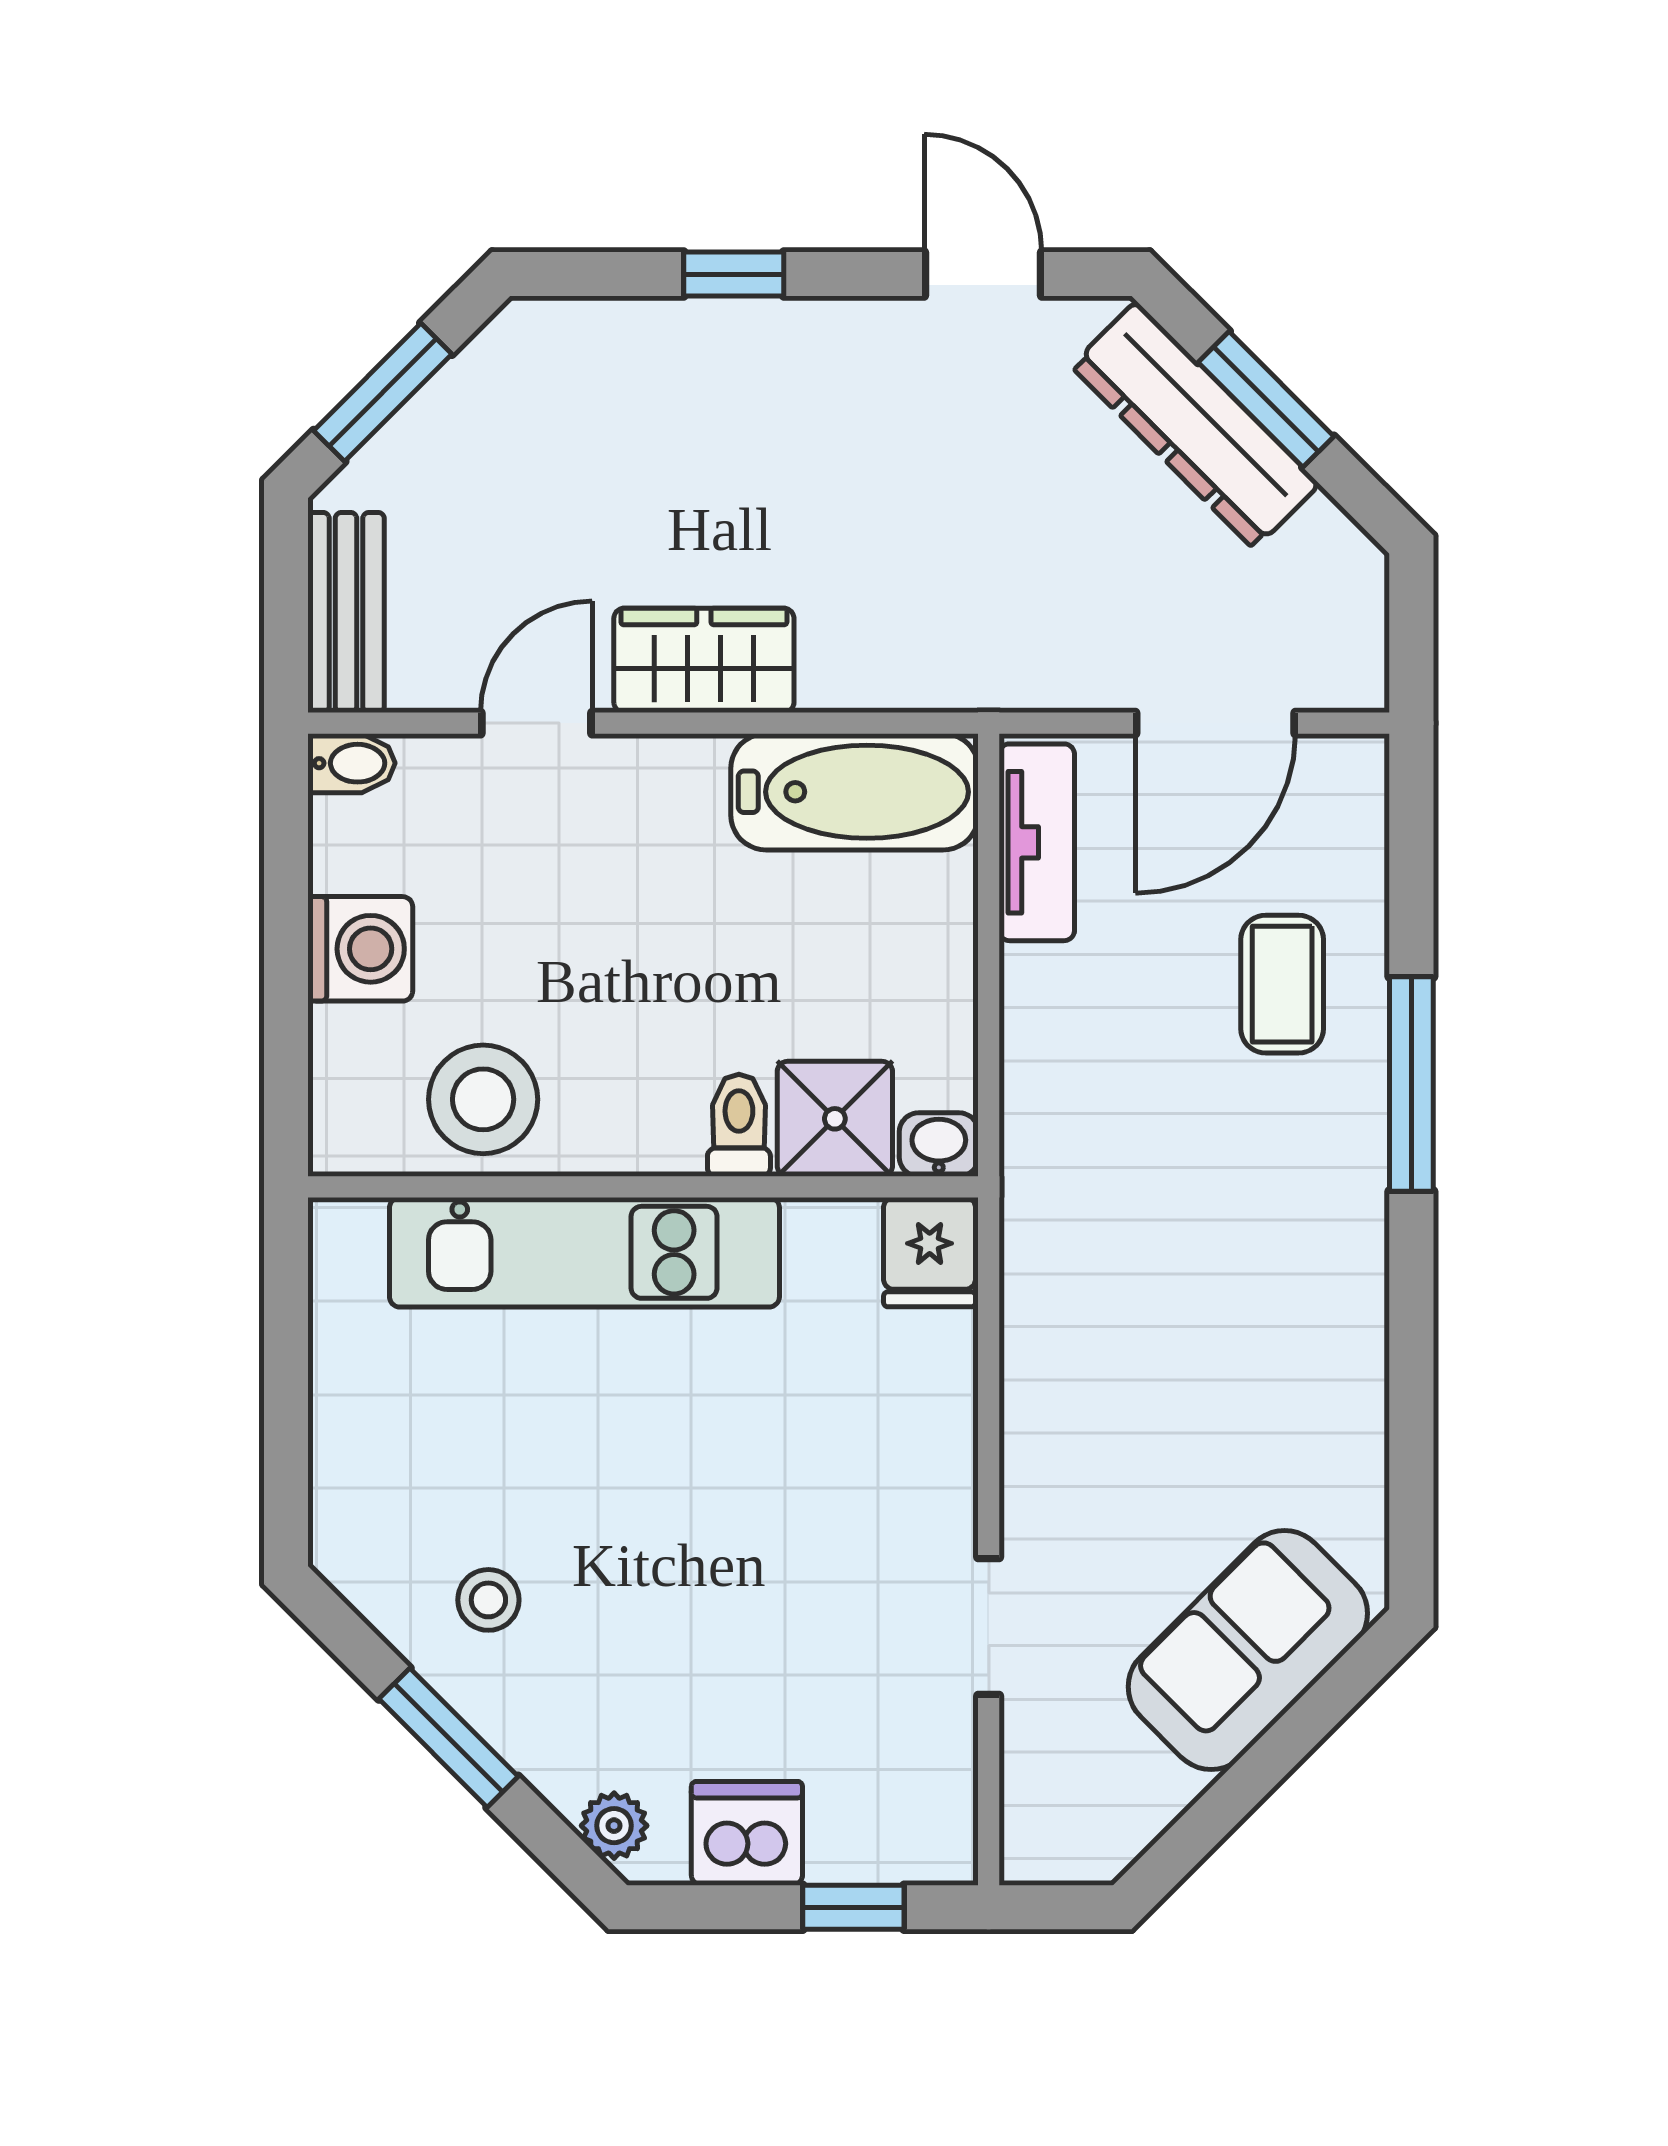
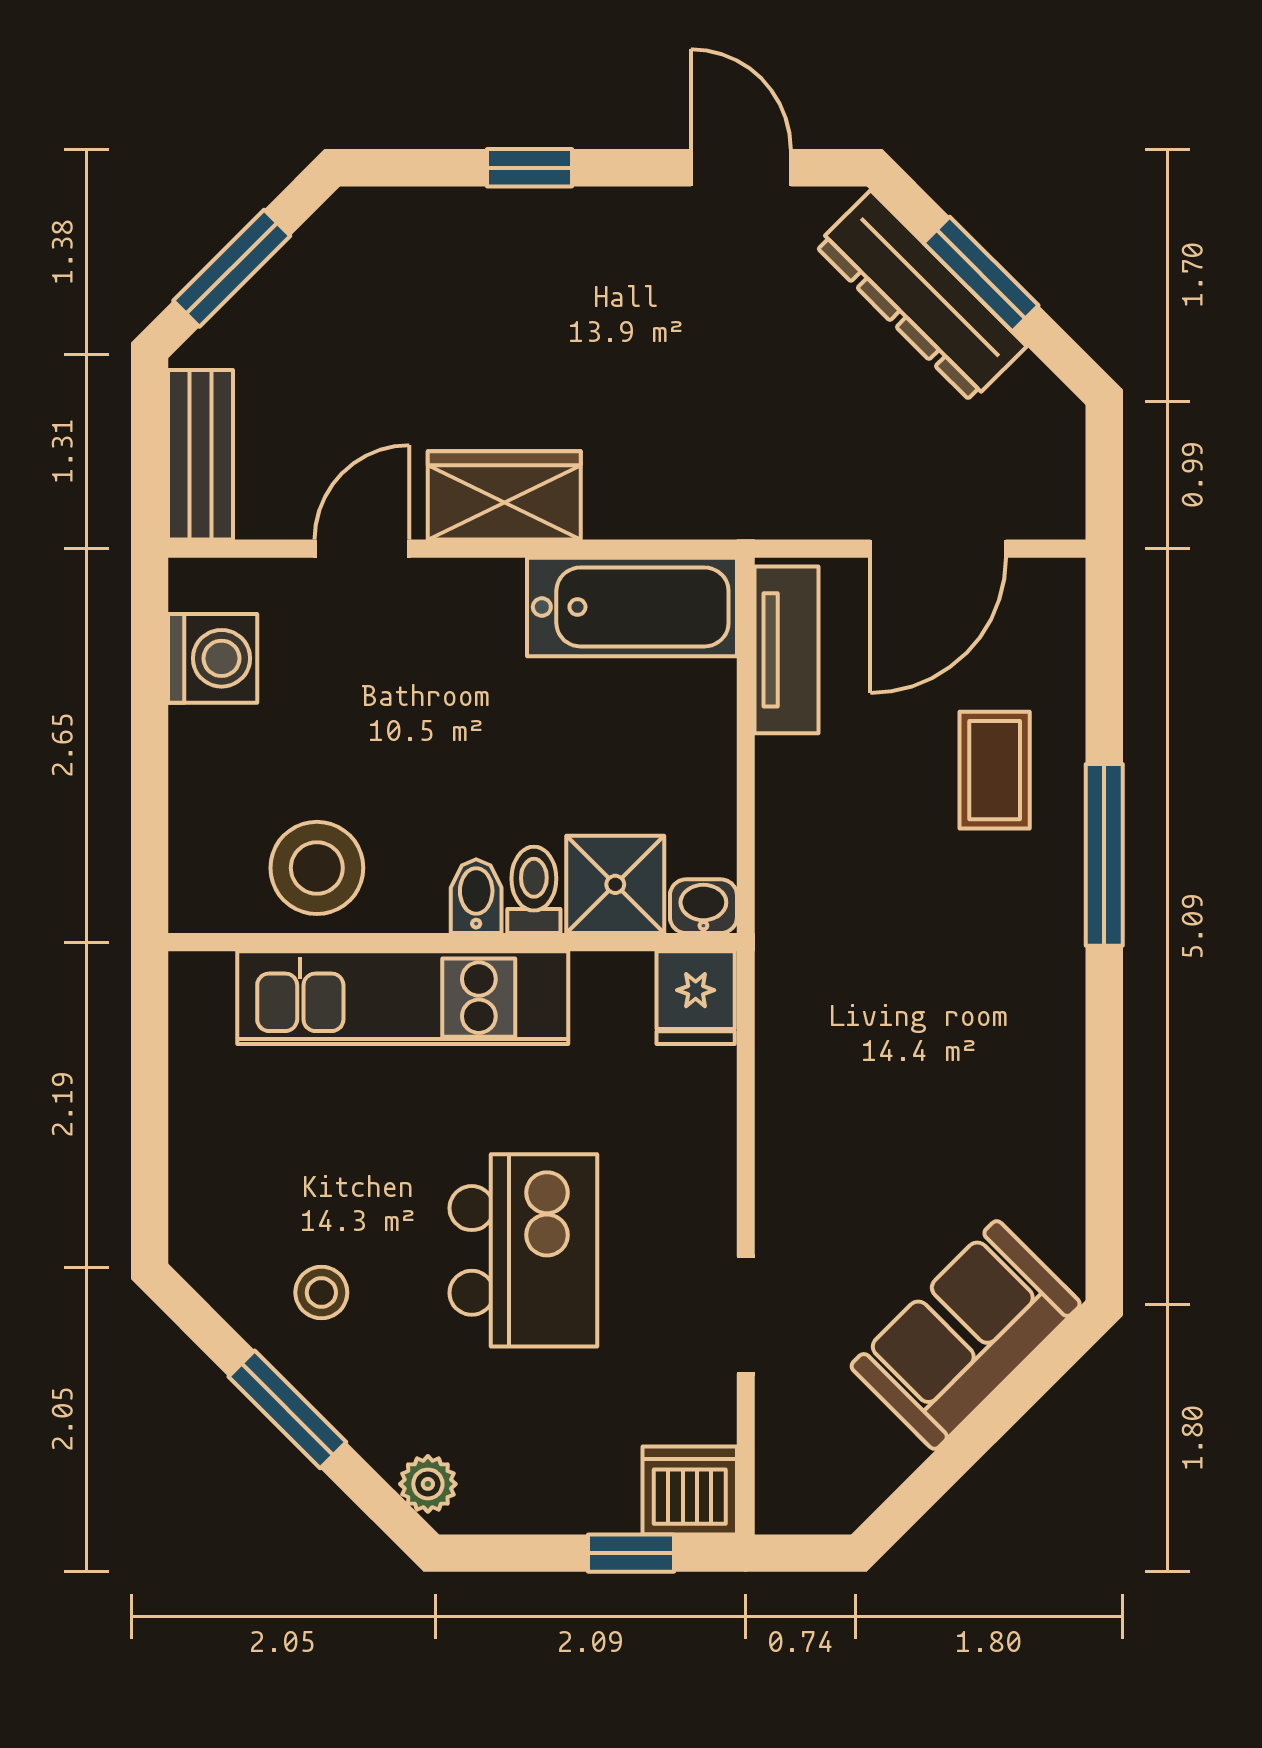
bidet: (351, 763) -> (476, 896), moved, turned -90
washing machine: (360, 949) -> (213, 658), moved
kitchen island: (727, 1550) -> (523, 1250), added
dishwasher: (747, 1833) -> (690, 1491), moved

